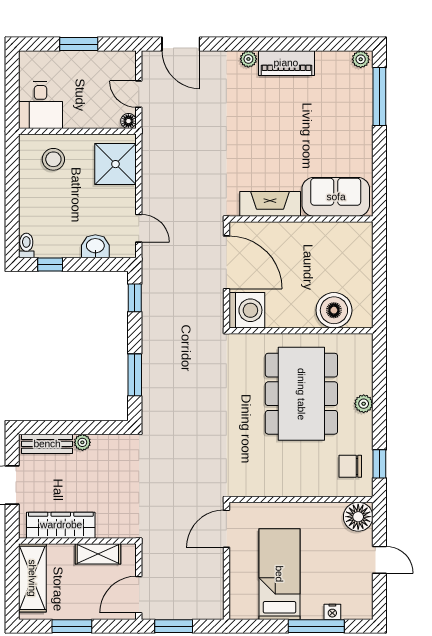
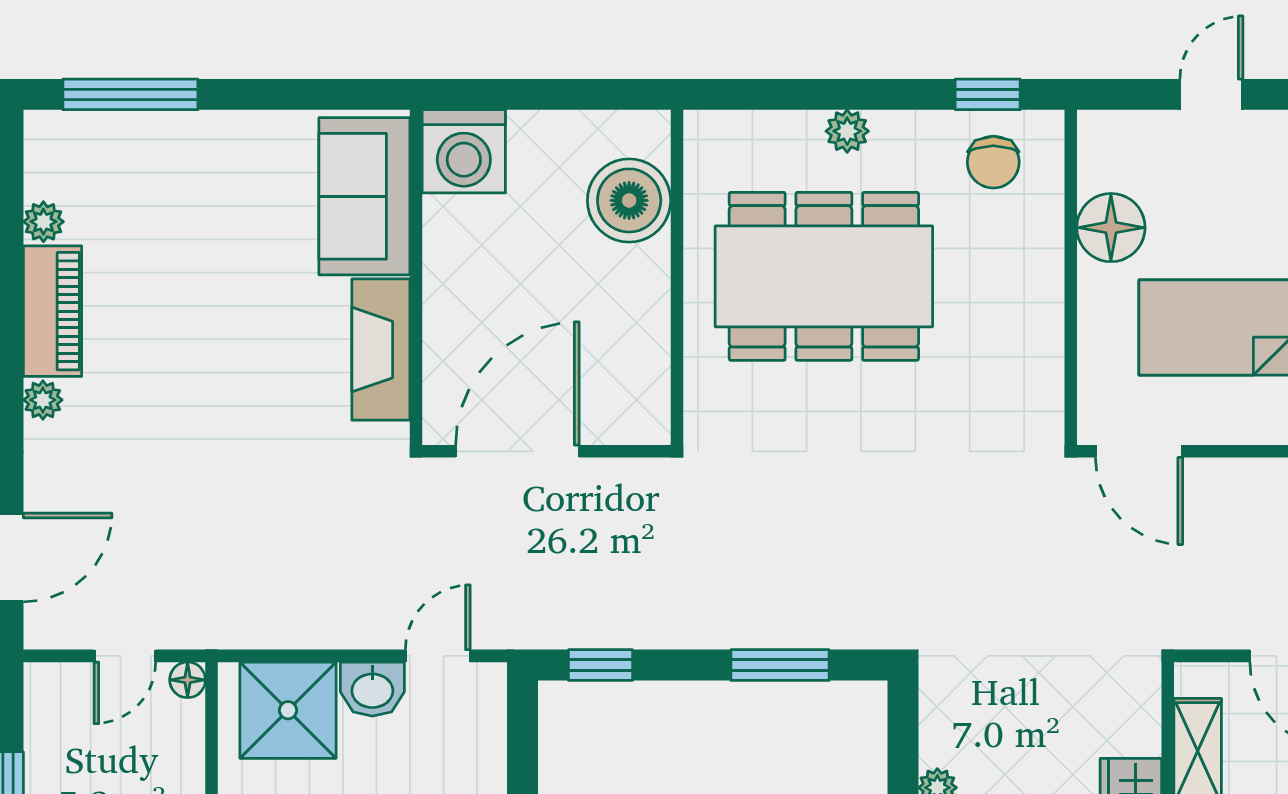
plant: (361, 59) -> (43, 222), moved
washbasin: (95, 246) -> (372, 689), moved, turned -90
washing machine: (247, 310) -> (464, 151), moved, turned 180
floor lamp: (358, 517) -> (1111, 228), moved

